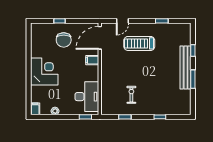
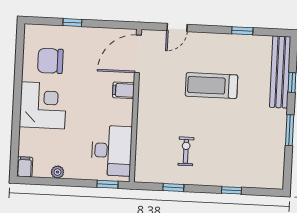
chair: (64, 40) -> (50, 61), moved, turned 90
treadmill: (139, 43) -> (211, 86), moved
bench: (186, 68) -> (280, 72), moved

